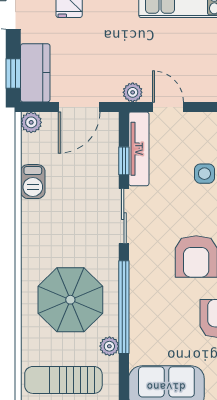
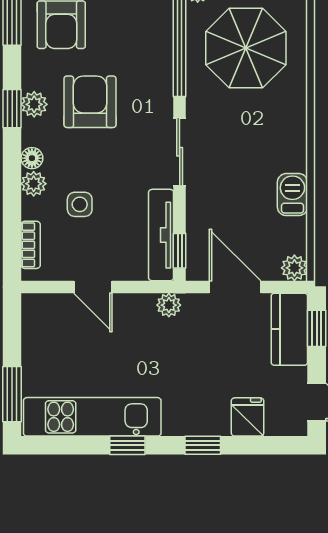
door: (79, 107) -> (235, 287), hinge flipped
door: (168, 107) -> (93, 287), moved
window: (124, 161) -> (180, 251), moved

